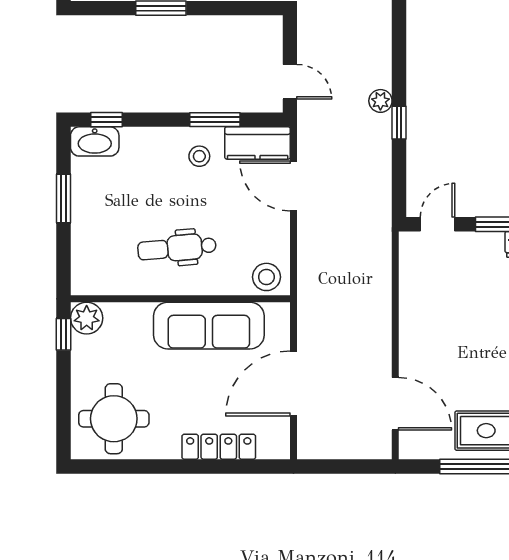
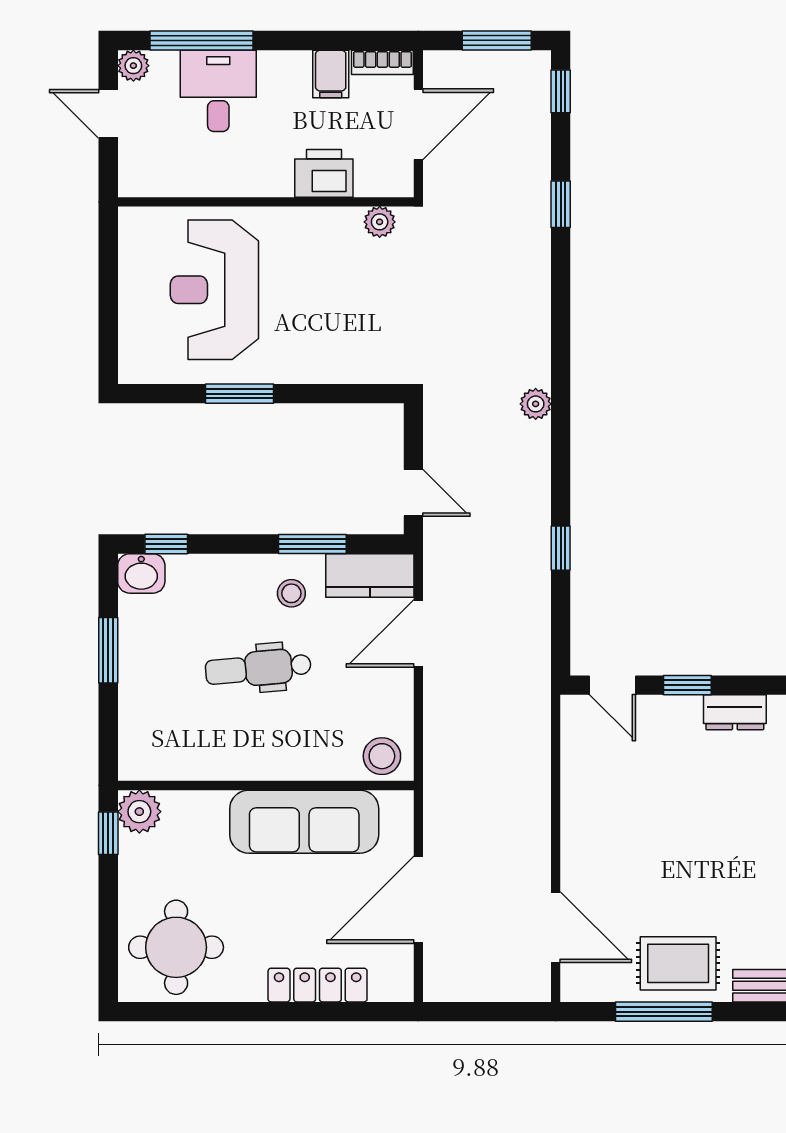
plant: (380, 101) -> (536, 404), moved
washbasin: (95, 141) -> (141, 573), width x0.72
door: (294, 186) -> (418, 633), hinge flipped
door: (437, 224) -> (612, 685), swing flipped
dental chair: (177, 248) -> (258, 668), moved

